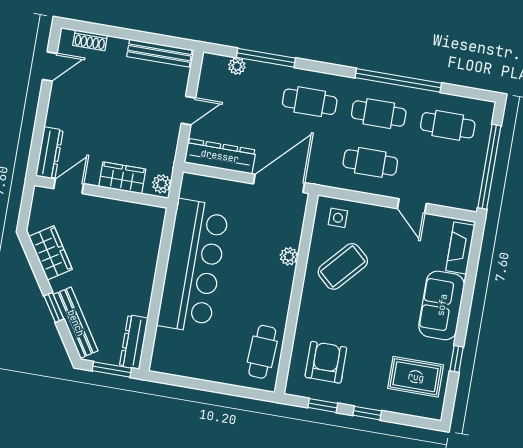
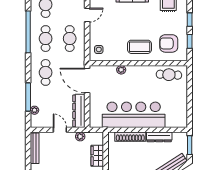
plant: (162, 184) -> (80, 136), moved
shoe rack: (150, 252) -> (130, 137), added
coffee table: (343, 266) -> (140, 47), moved, turned -42
dresser: (134, 342) -> (159, 137), moved

